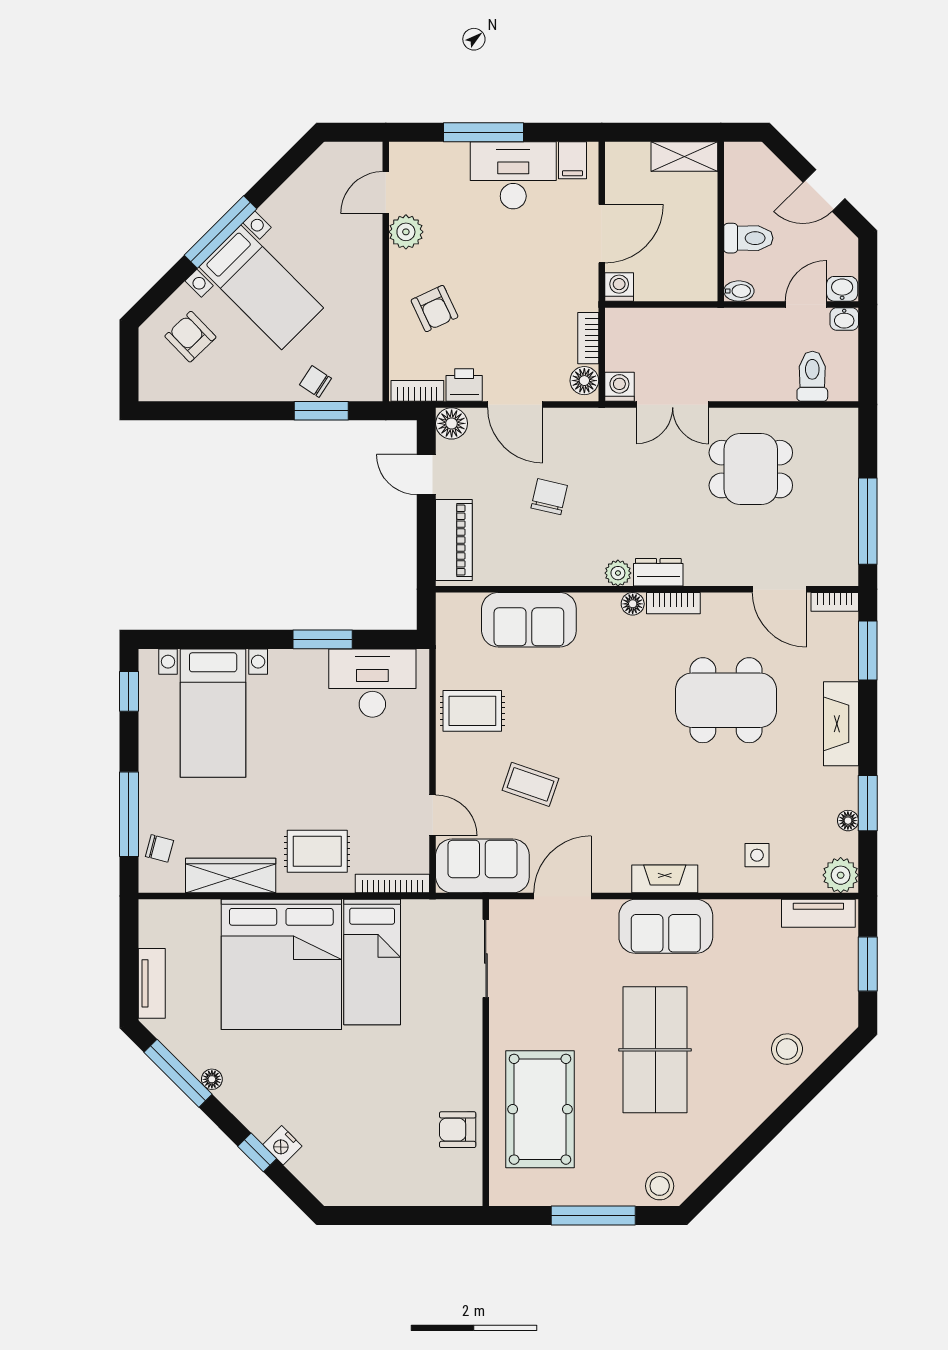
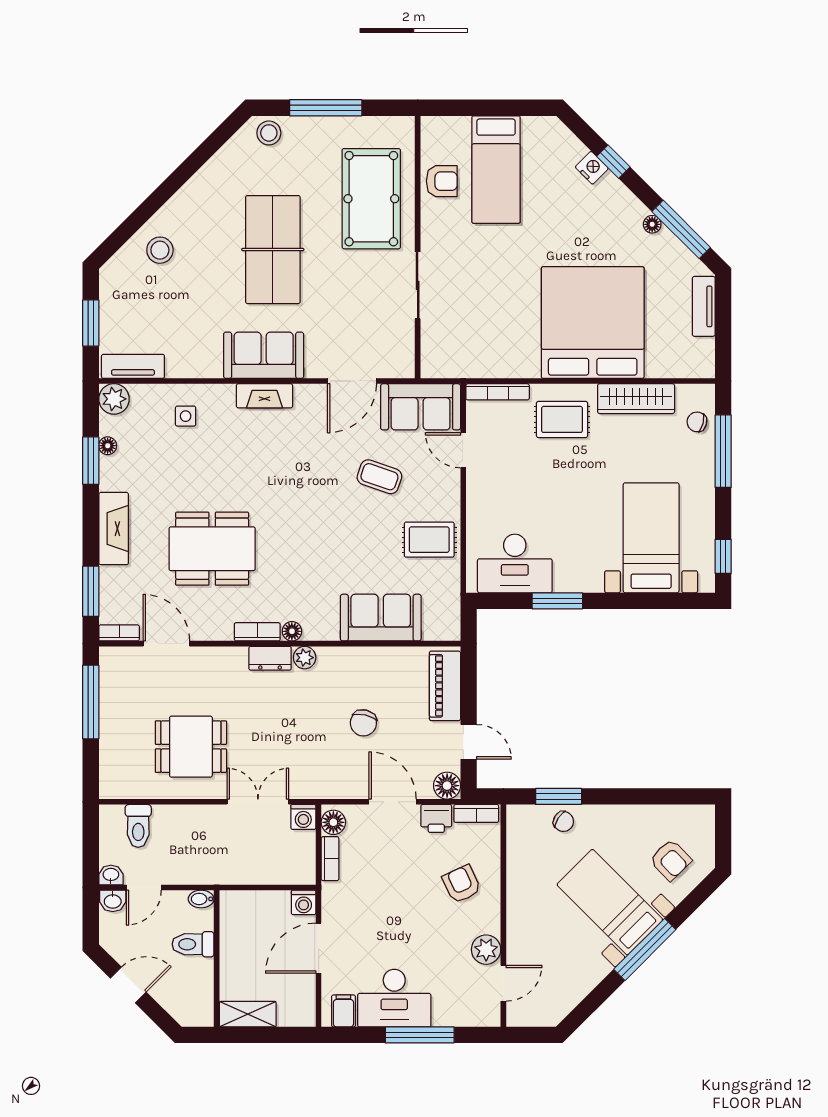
sliding door: (486, 958) -> (418, 285), moved
bed: (372, 962) -> (496, 170), moved, turned 180

